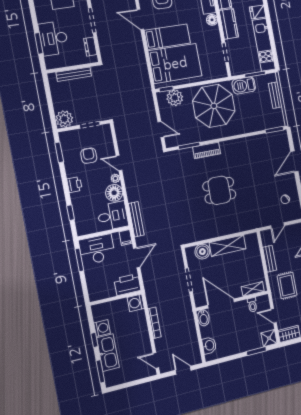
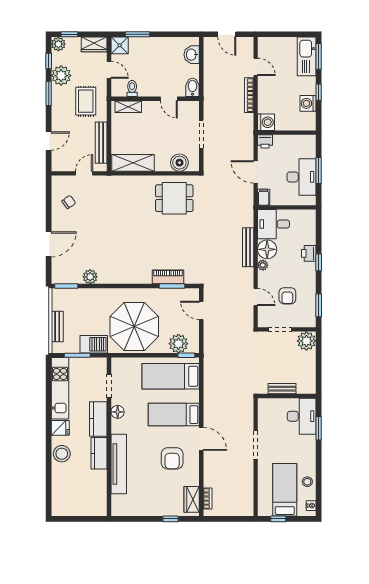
floor lamp: (212, 20) -> (118, 412), moved
desk: (54, 38) -> (302, 416), moved
dresser: (90, 47) -> (263, 416), removed
bed: (175, 63) -> (171, 376), width x0.67
bench: (74, 74) -> (282, 389), width x0.73
plant: (257, 141) -> (90, 277), added
piano: (207, 150) -> (168, 277), moved
door: (119, 163) -> (256, 297), moved
printer: (74, 185) -> (309, 253), moved
dining table: (219, 190) -> (174, 198), moved
window: (71, 213) -> (319, 262), moved
bench: (136, 219) -> (248, 247), moved
shelving: (228, 246) -> (133, 163), moved
desk: (97, 249) -> (301, 177), moved, turned -90
door: (137, 258) -> (256, 172), hinge flipped
bench: (270, 259) -> (101, 143), width x1.36
window: (79, 260) -> (319, 170), moved
printer: (127, 285) -> (265, 141), width x0.53, depth x0.68
door: (221, 304) -> (169, 99), width x0.53
kitchen sink: (108, 353) -> (307, 56), moved
door: (156, 361) -> (256, 67), moved

